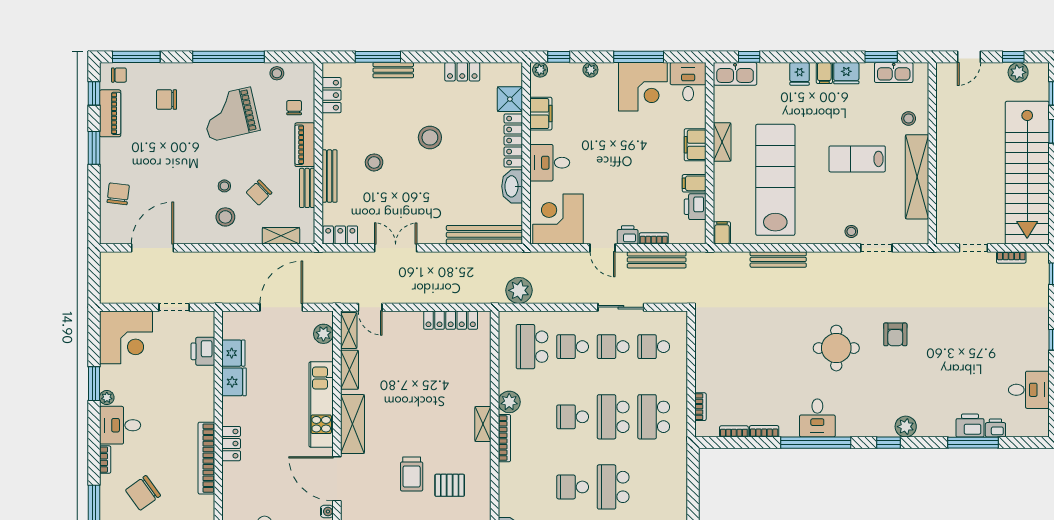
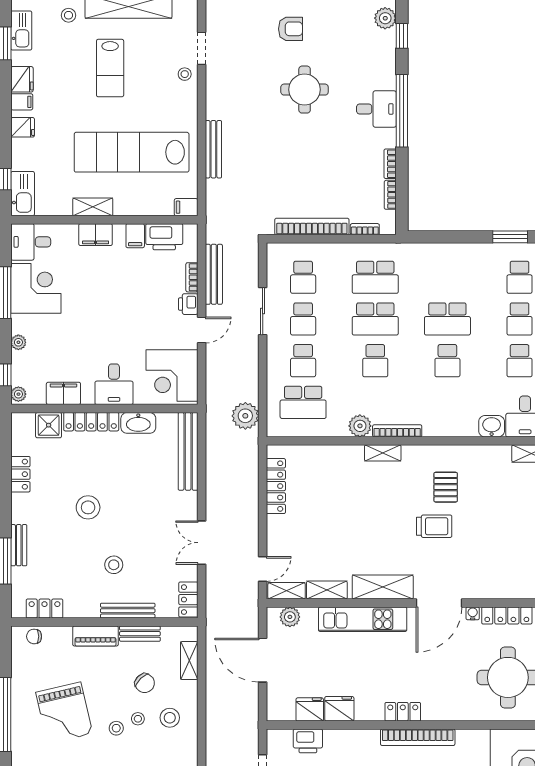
stool: (277, 73) -> (116, 728), moved
chair: (294, 108) -> (34, 636), moved
printer: (695, 207) -> (164, 237), width x1.37, depth x1.19
bookcase: (703, 355) -> (312, 227), added

